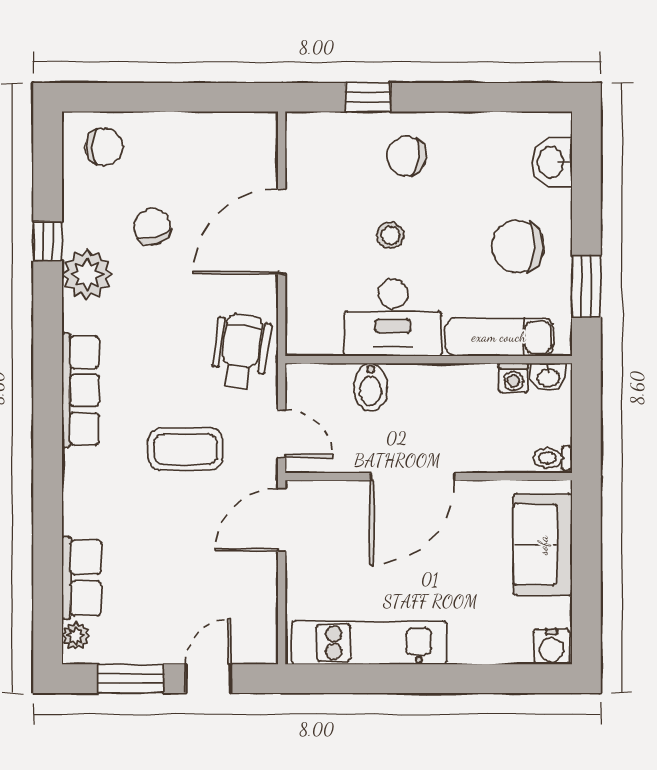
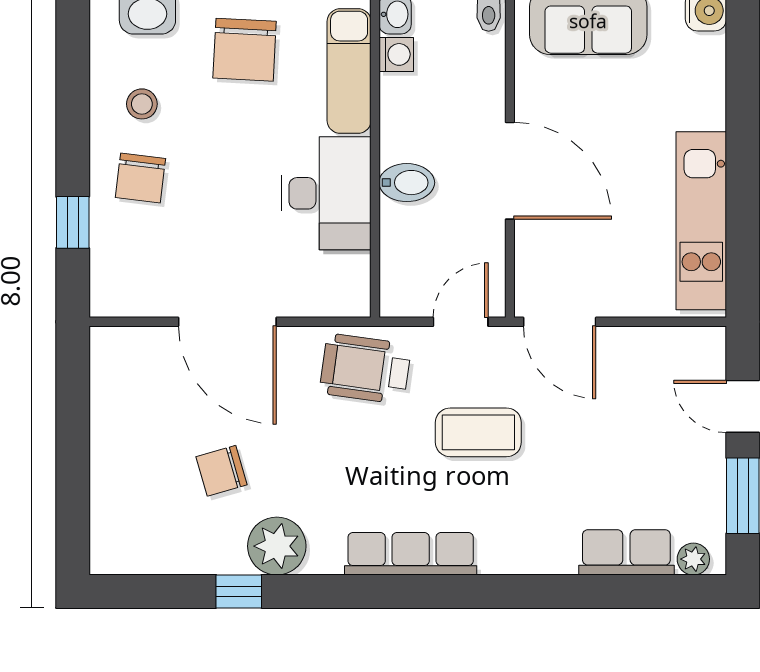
chair: (104, 147) -> (130, 526), removed
stool: (390, 235) -> (142, 104), moved
bidet: (371, 387) -> (407, 183), moved
coffee table: (186, 449) -> (478, 432), turned 90

